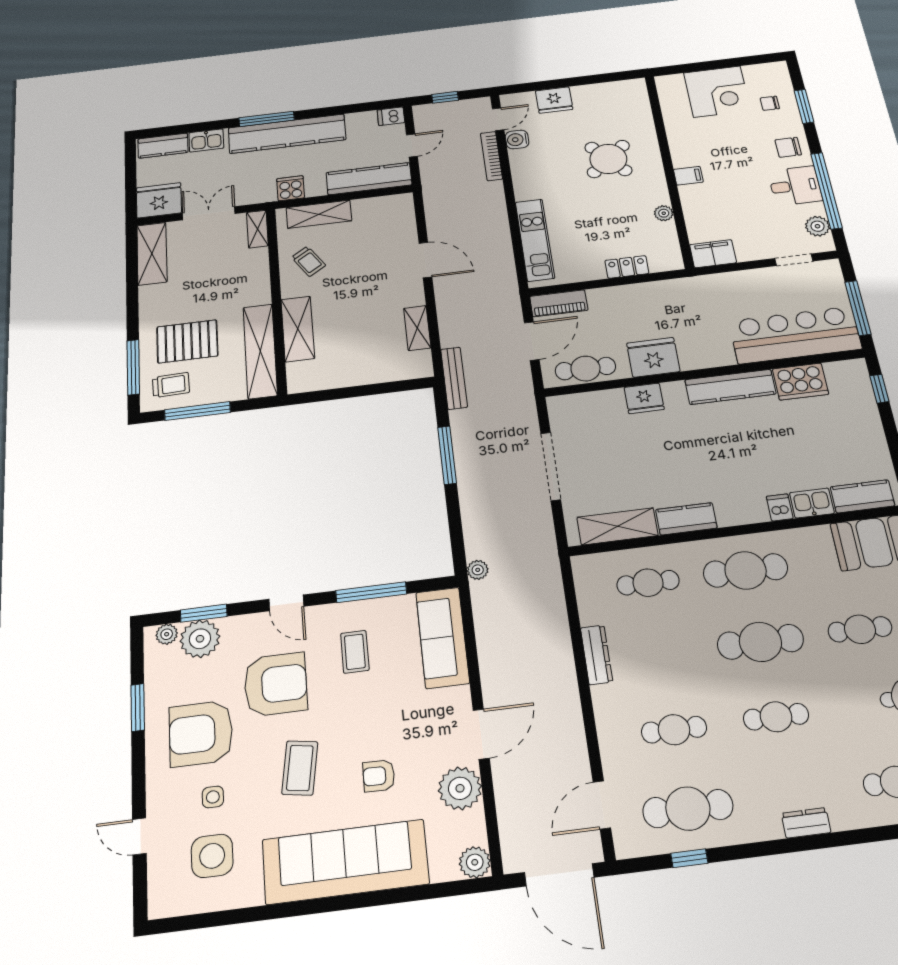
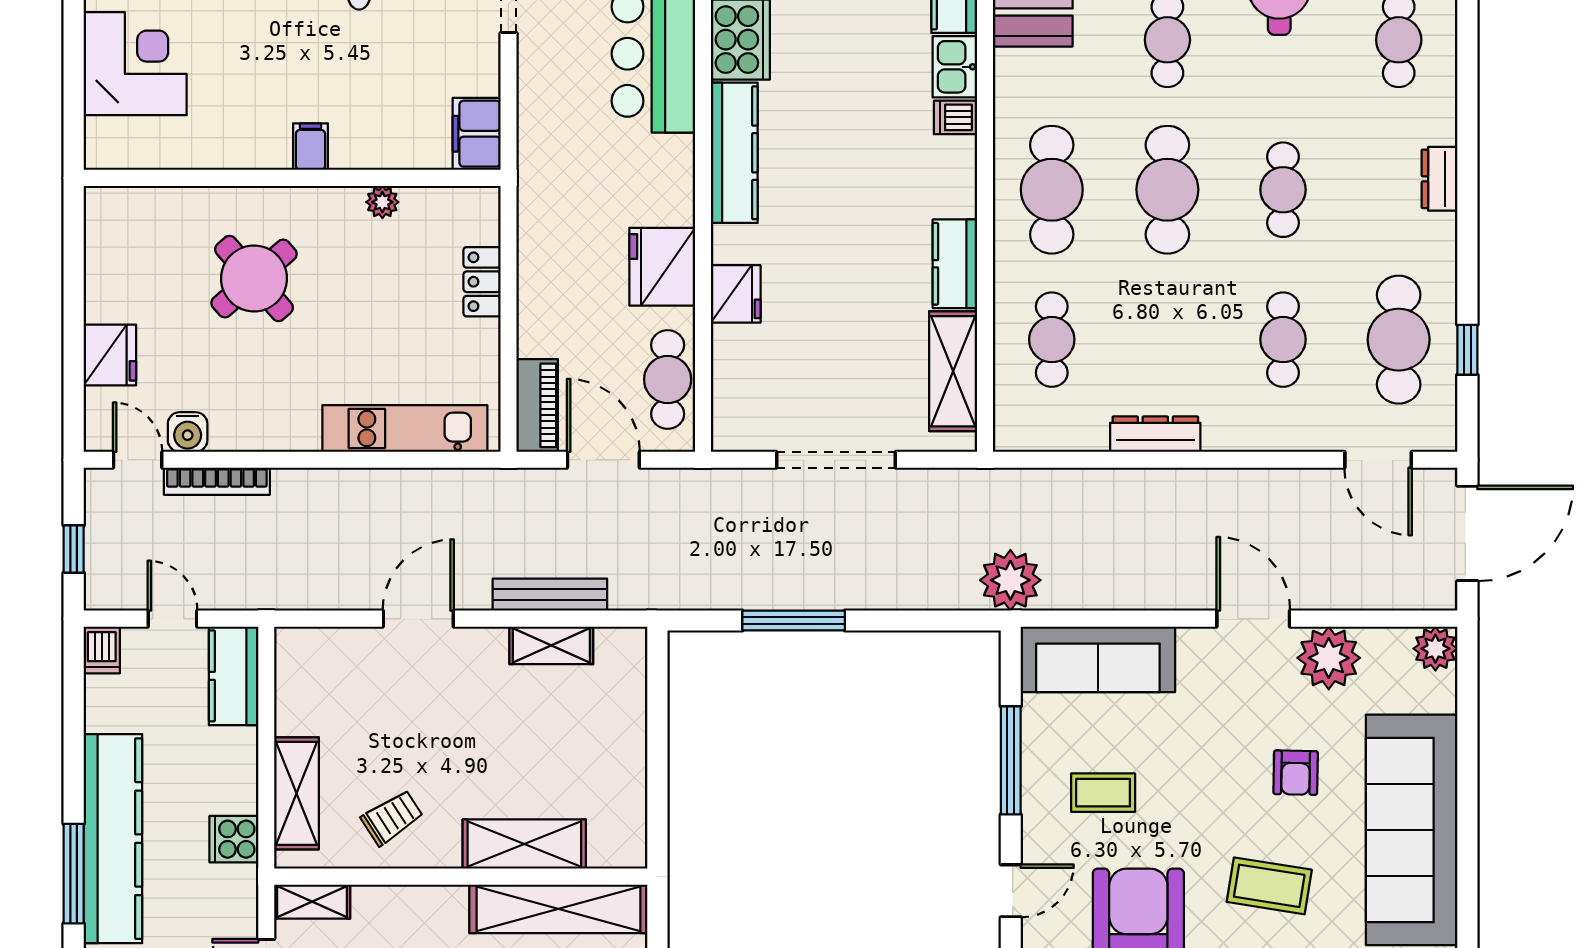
kitchen counter: (369, 179) -> (234, 676), width x0.67
bench: (454, 378) -> (550, 595), moved
plant: (478, 570) -> (1010, 580), width x1.88, depth x1.88

